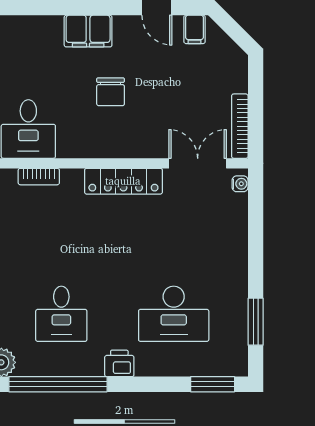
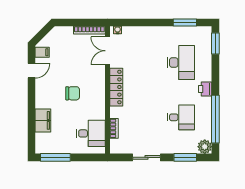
filing cabinet: (88, 31) -> (43, 120), moved

